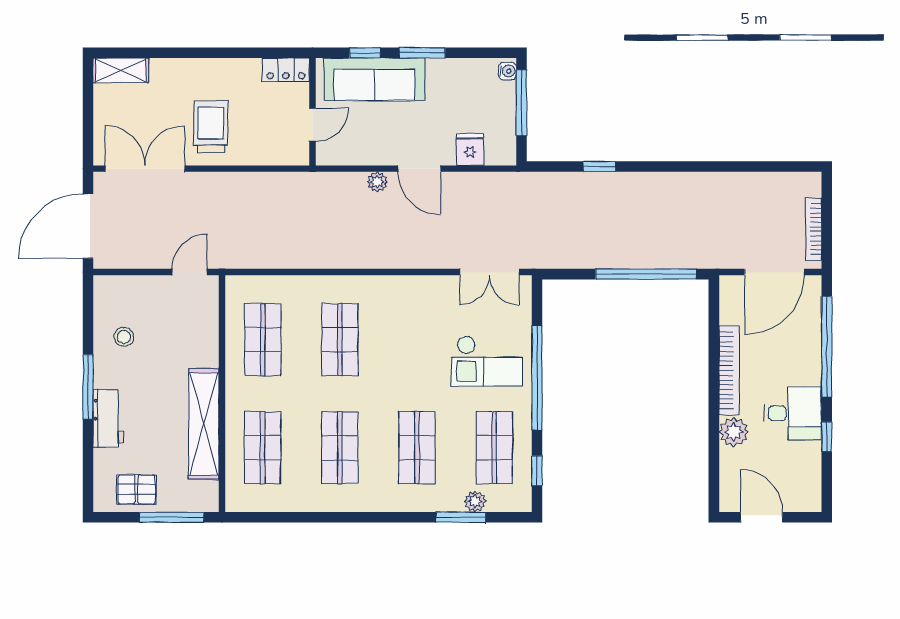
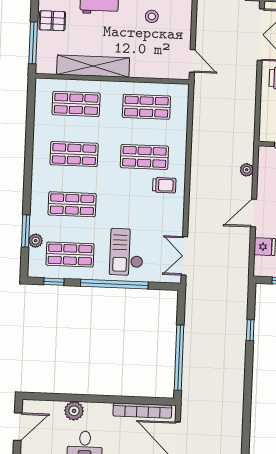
plant: (377, 182) -> (247, 170), moved
trolley: (382, 307) -> (164, 185), added
bookcase: (729, 370) -> (142, 411), moved
pallet: (137, 489) -> (52, 21), turned 90

